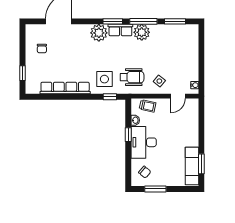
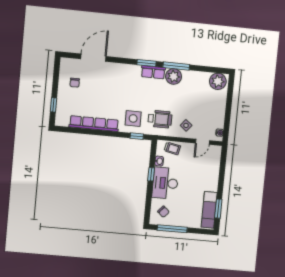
window: (175, 21) -> (207, 69), removed
plant: (99, 33) -> (218, 81), moved
window: (155, 189) -> (172, 229), width x1.44

